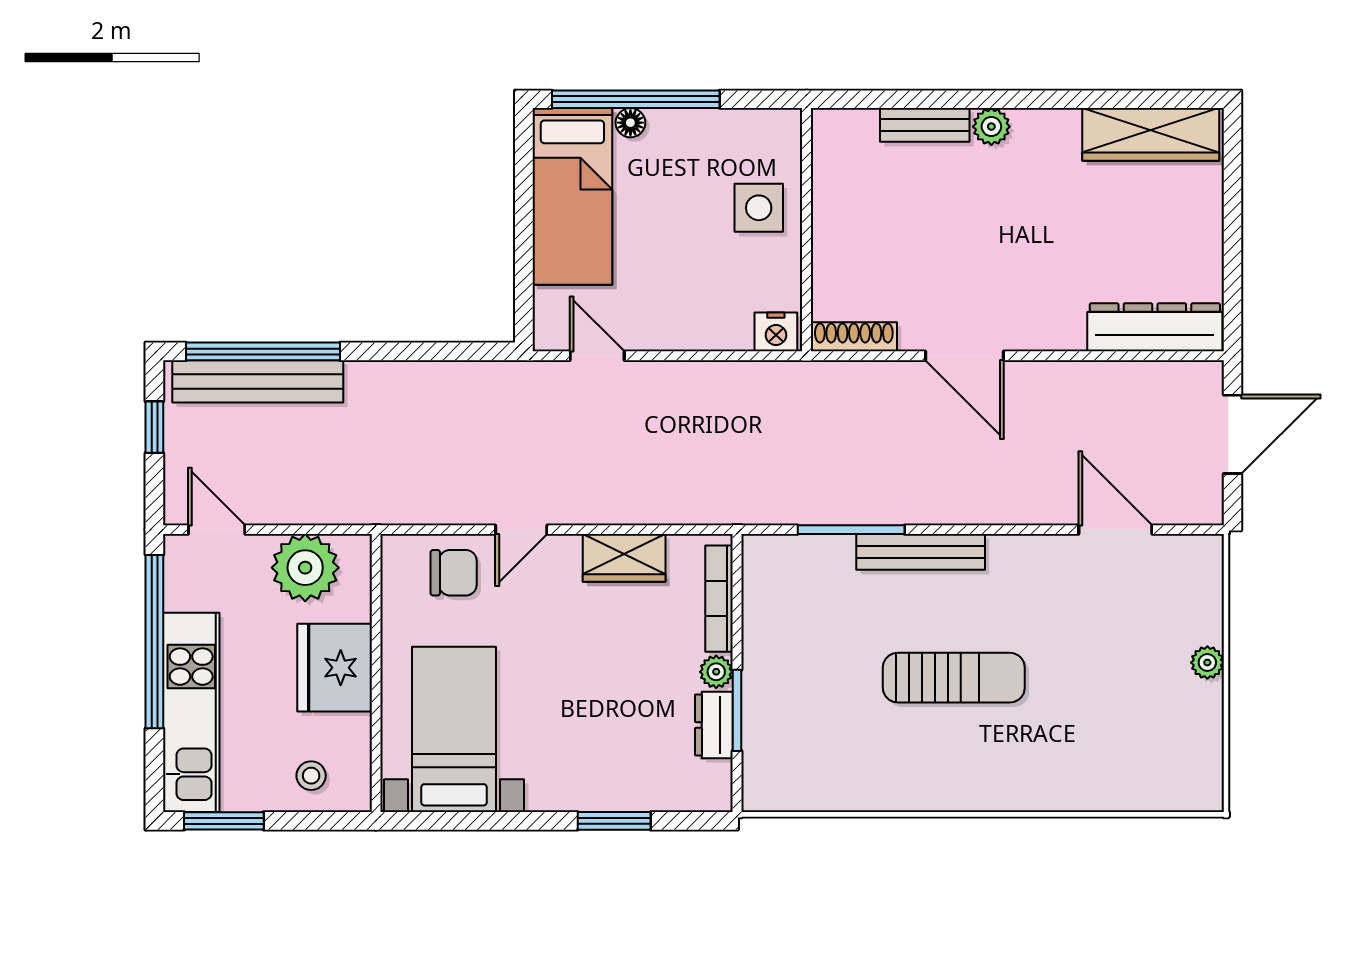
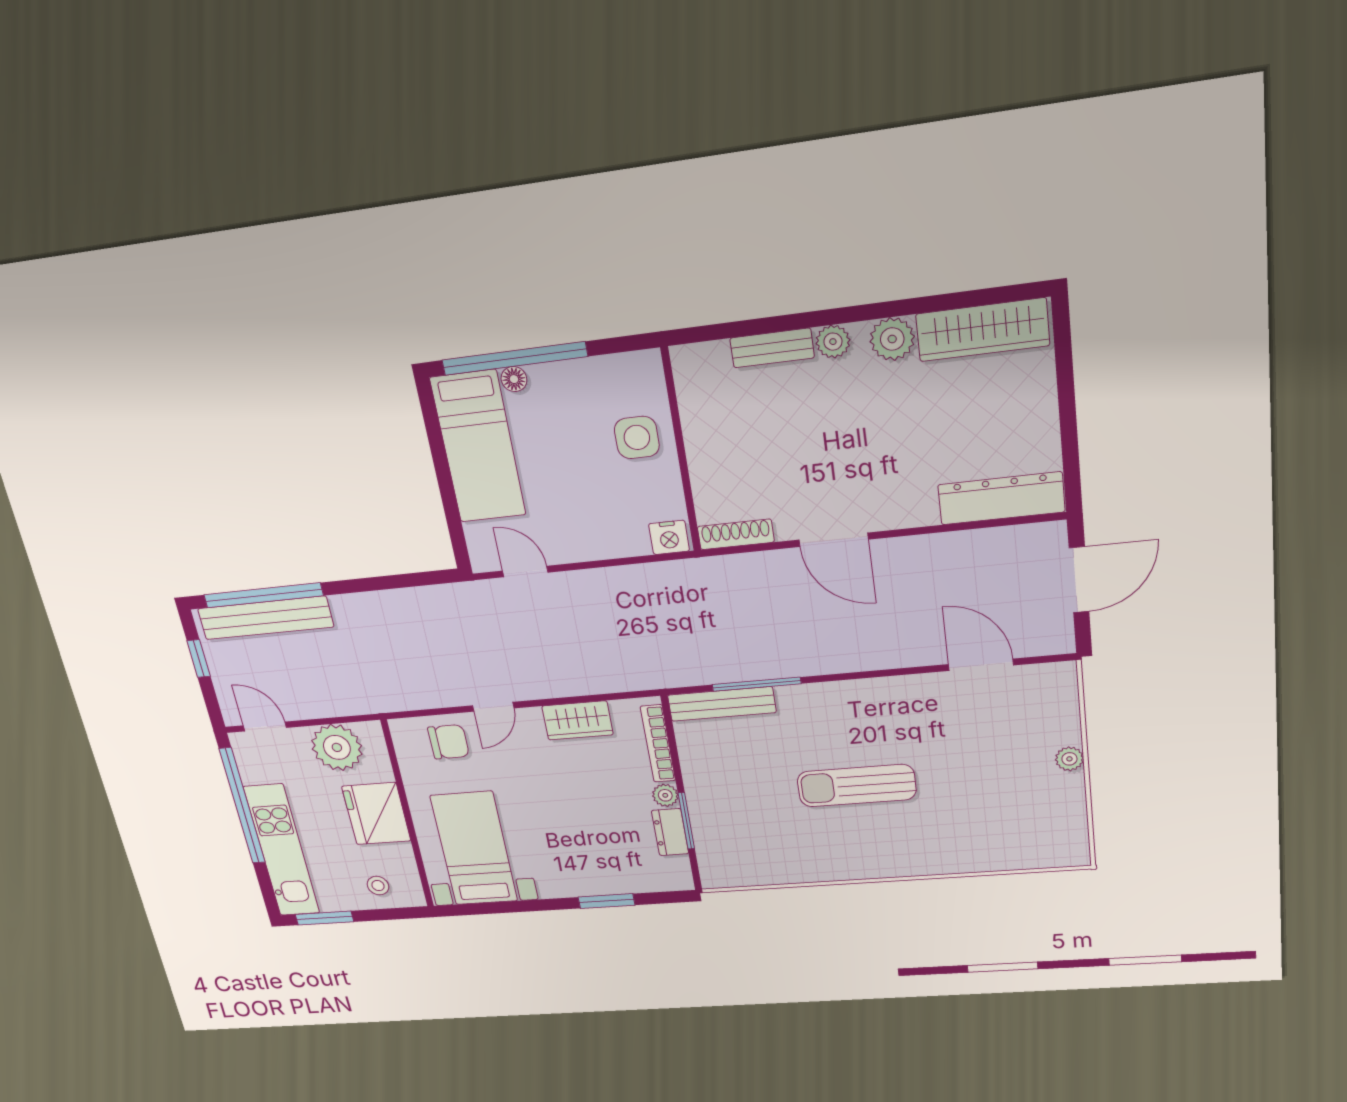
plant: (1055, 132) -> (892, 339), added
bench: (921, 552) -> (722, 704), moved
sun lounger: (954, 678) -> (857, 786), turned 180

